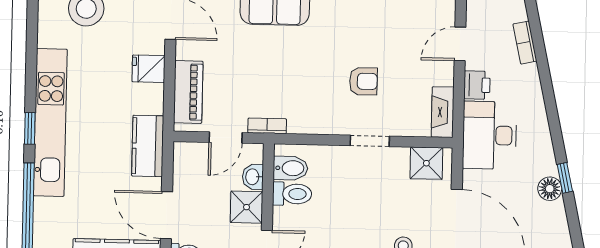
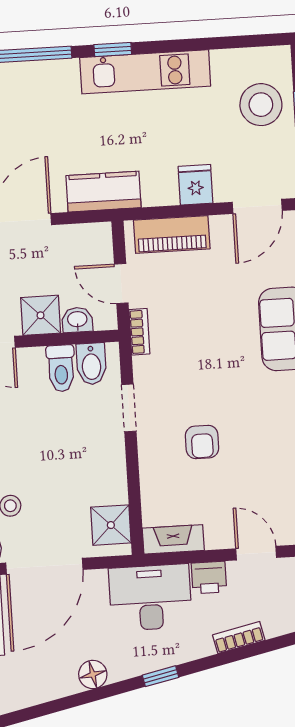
bookcase: (525, 43) -> (239, 638), moved
kitchen unit: (50, 122) -> (145, 72), width x0.73
doorway: (370, 141) -> (129, 408), moved
window: (565, 178) -> (161, 676), moved

